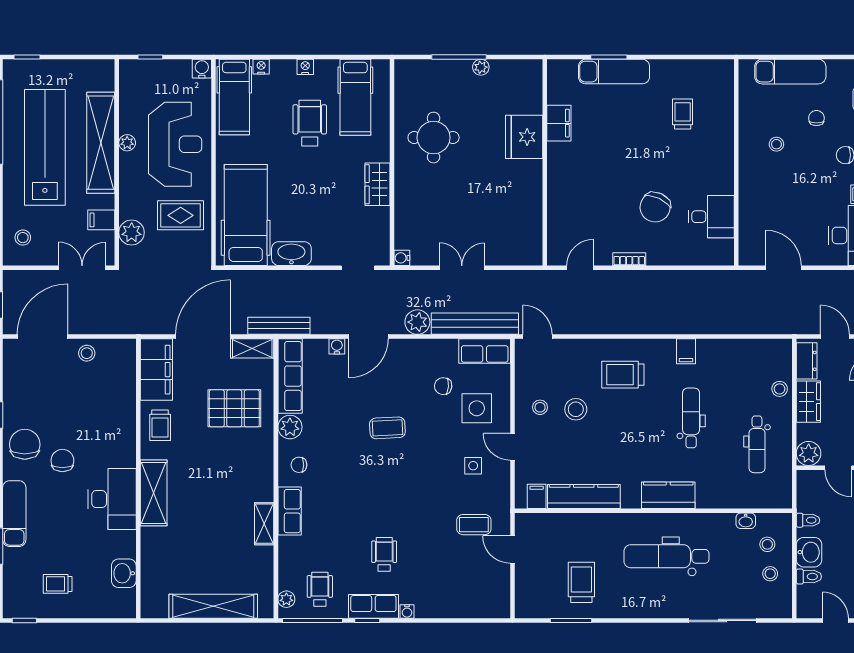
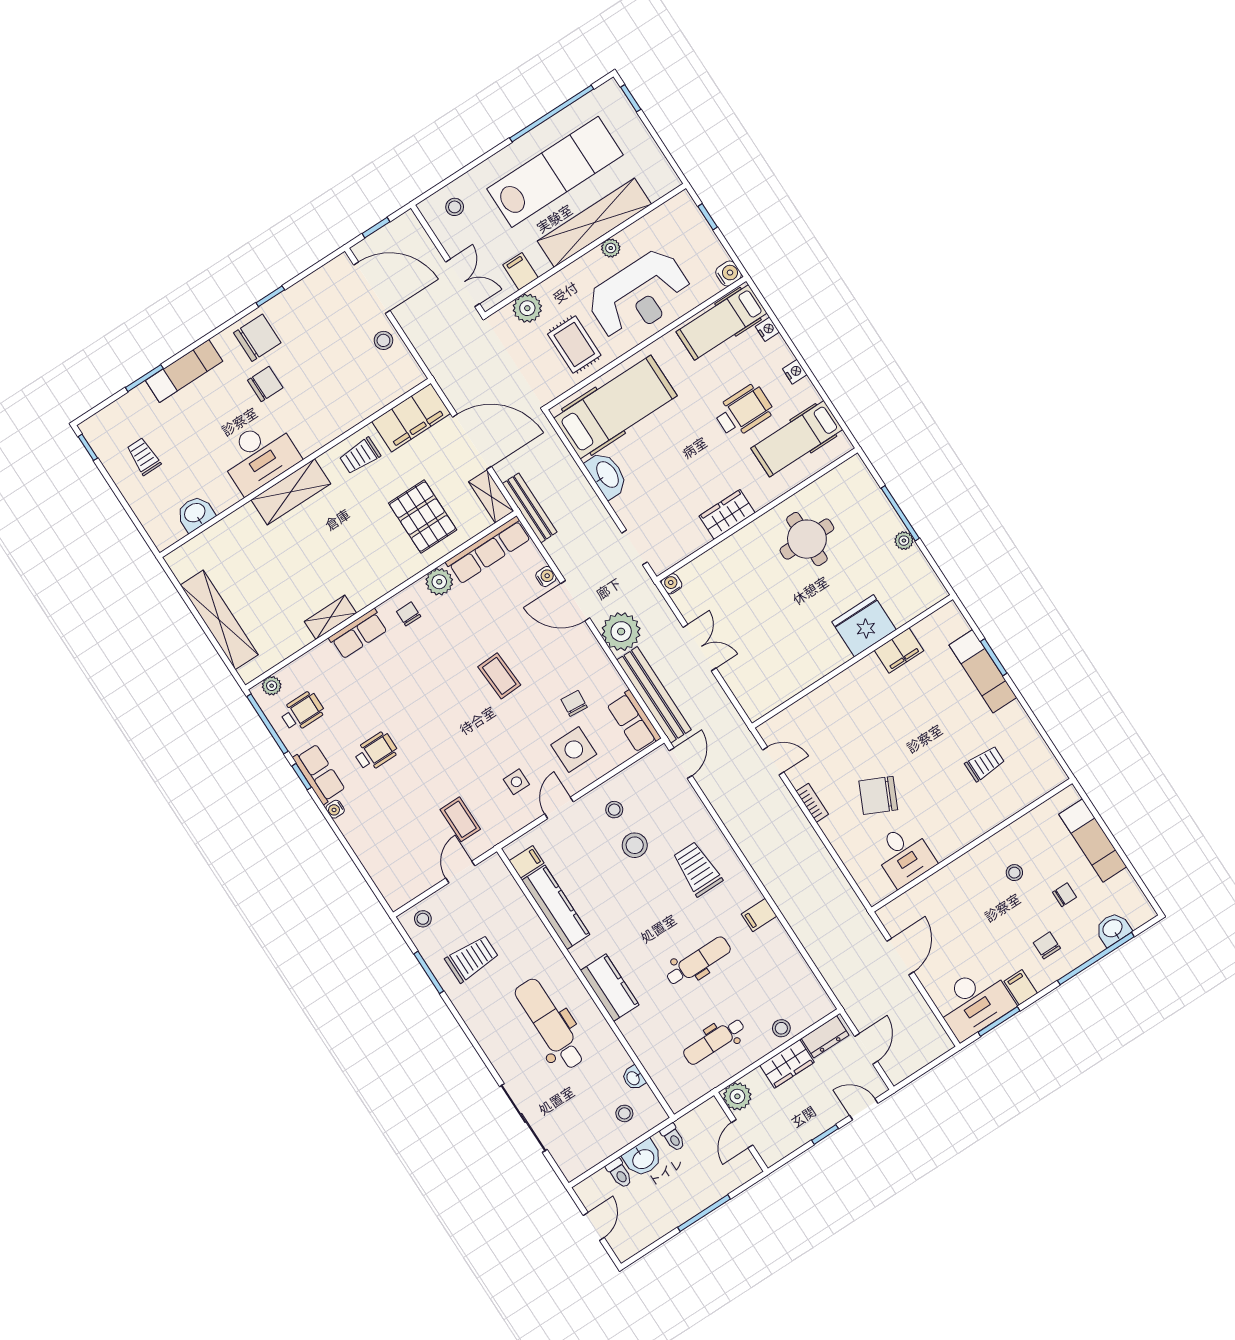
plant: (417, 322) -> (621, 632), width x1.36, depth x1.36
stool: (770, 574) -> (423, 919), moved

